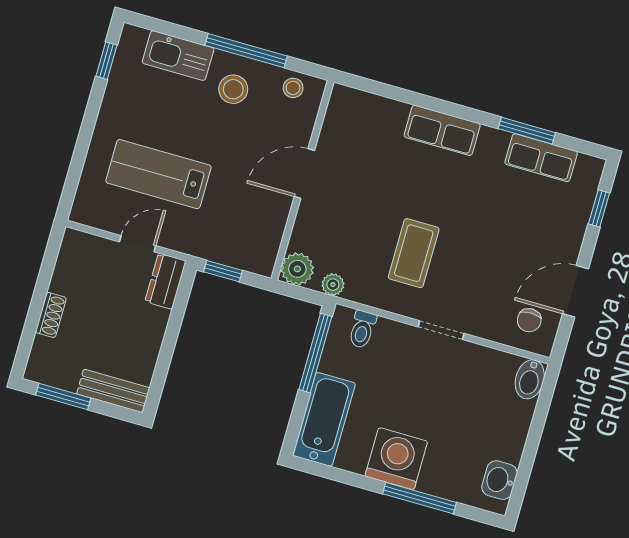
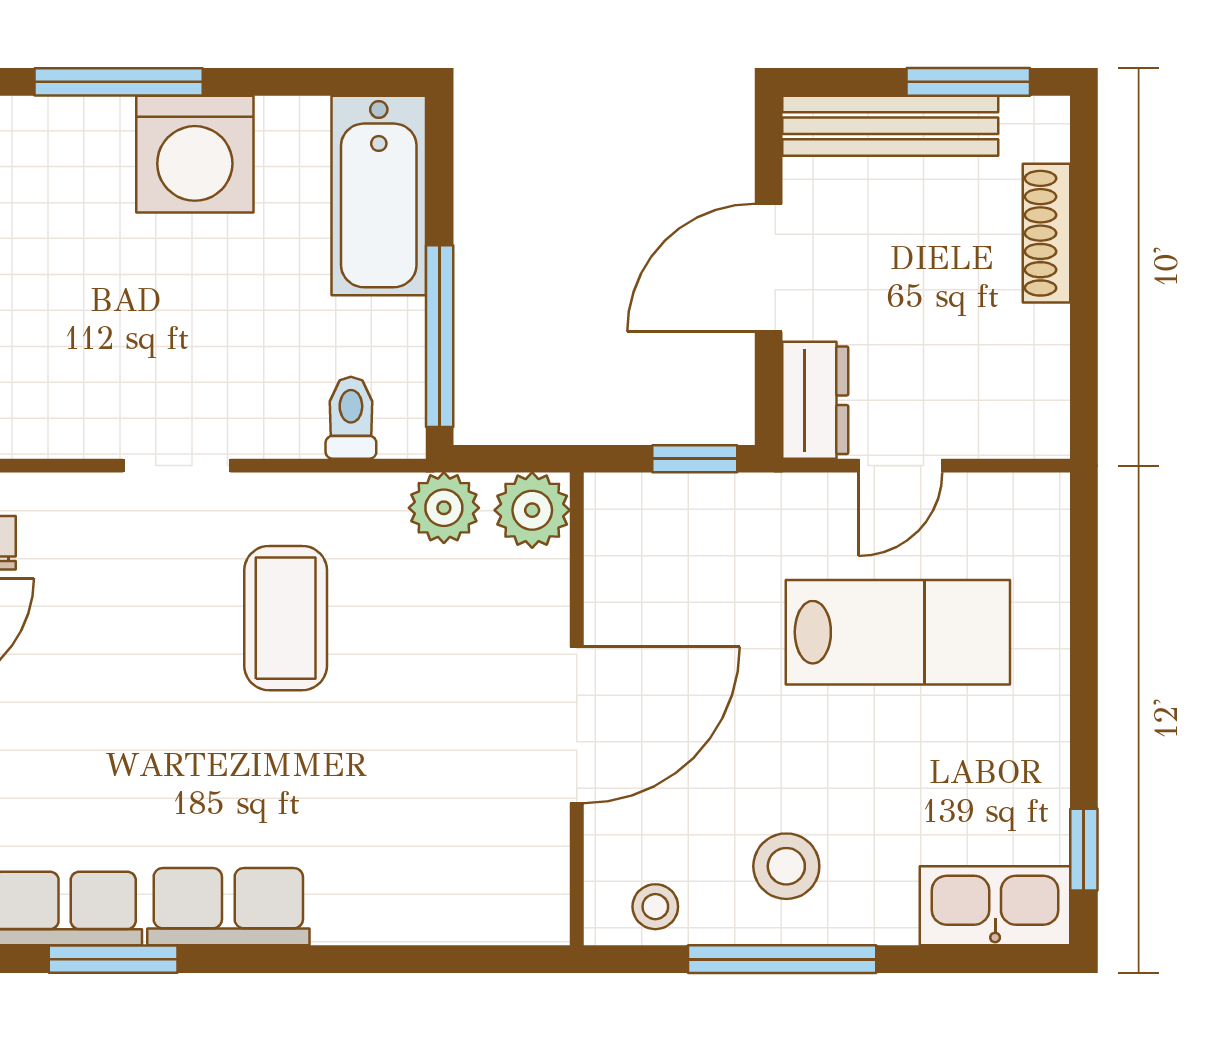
kitchen sink: (178, 56) -> (995, 906), moved
row of seats: (442, 130) -> (228, 907), moved
door: (304, 174) -> (577, 725), width x1.36
plant: (333, 285) -> (444, 508), width x1.38, depth x1.38
shoe rack: (51, 315) -> (1047, 233), width x1.43
door: (169, 342) -> (769, 268), added
bench: (113, 391) -> (890, 126), width x1.36

